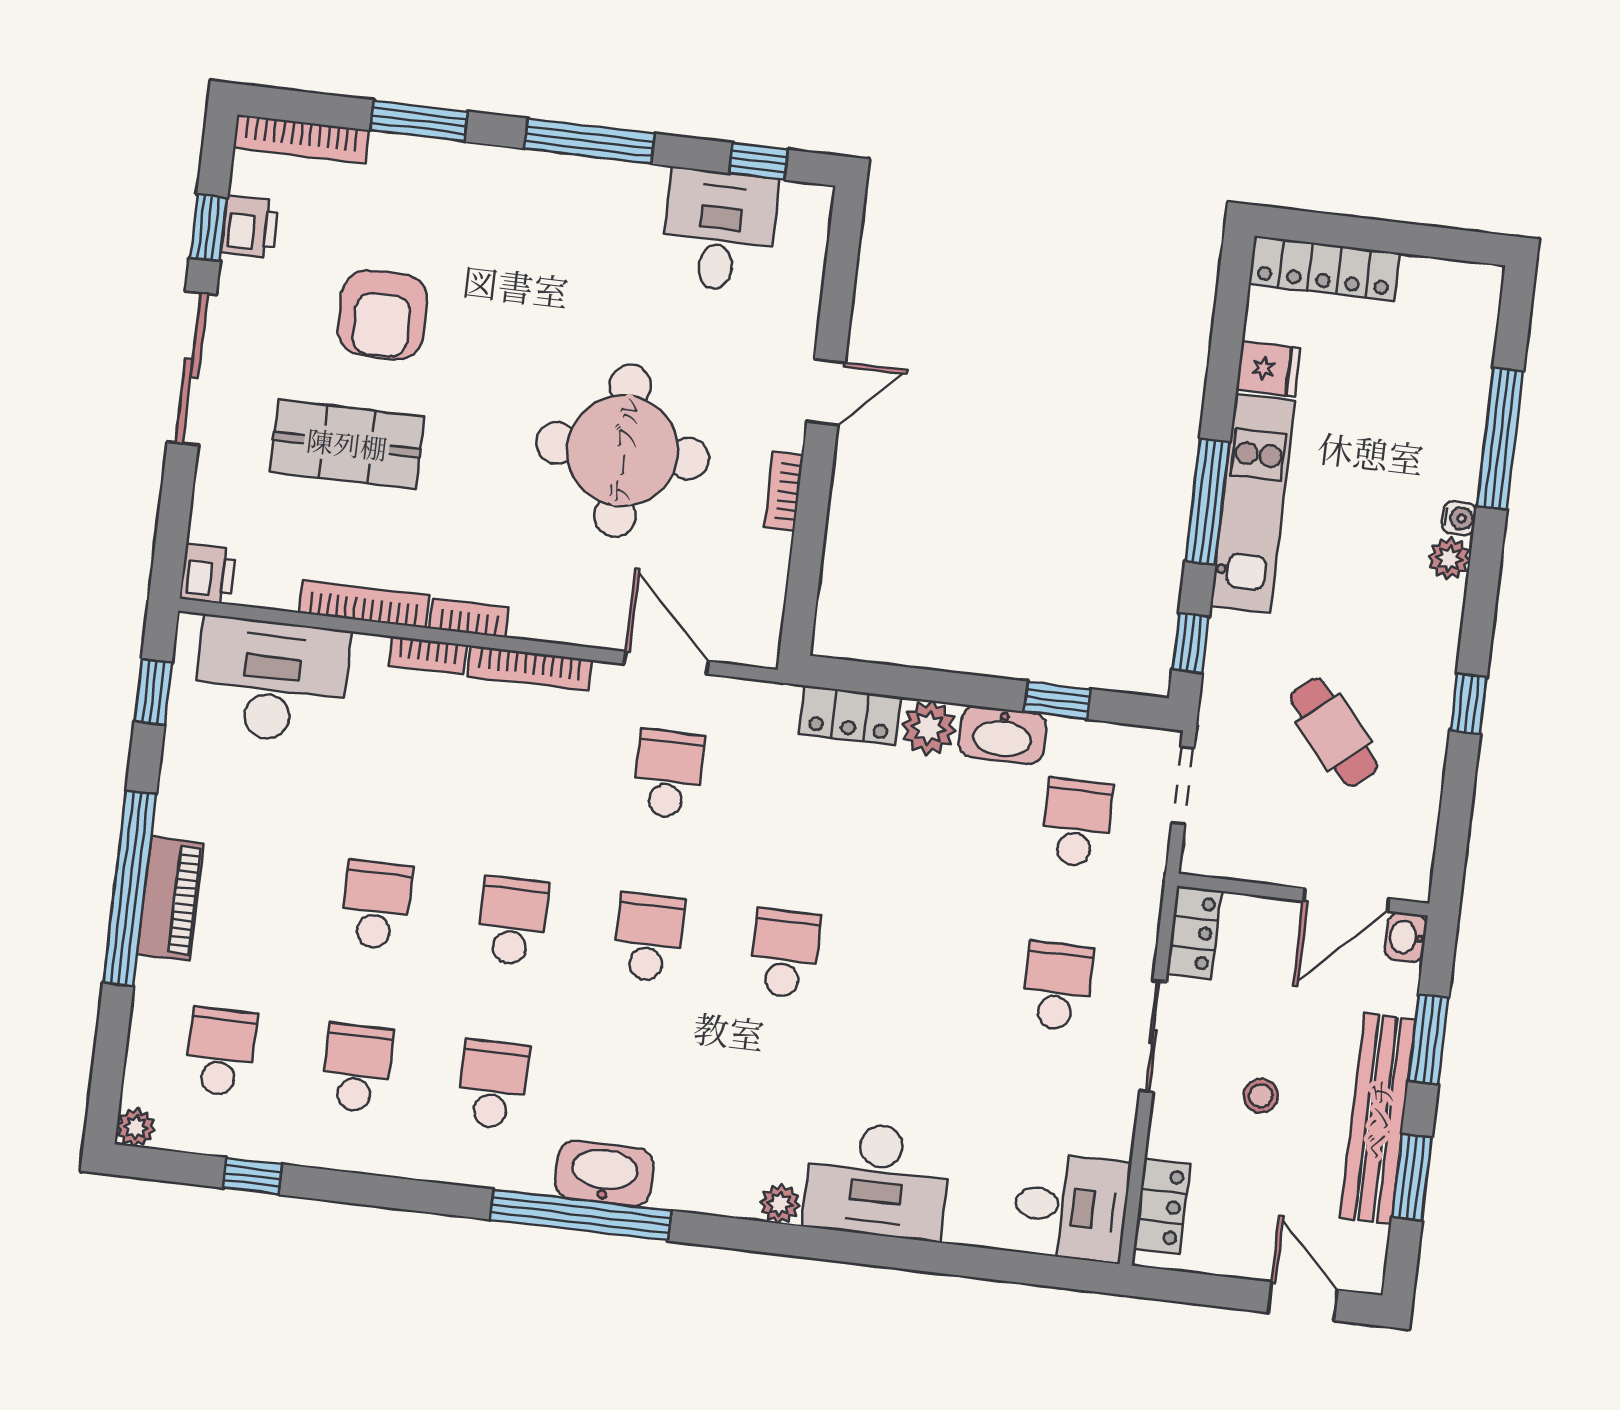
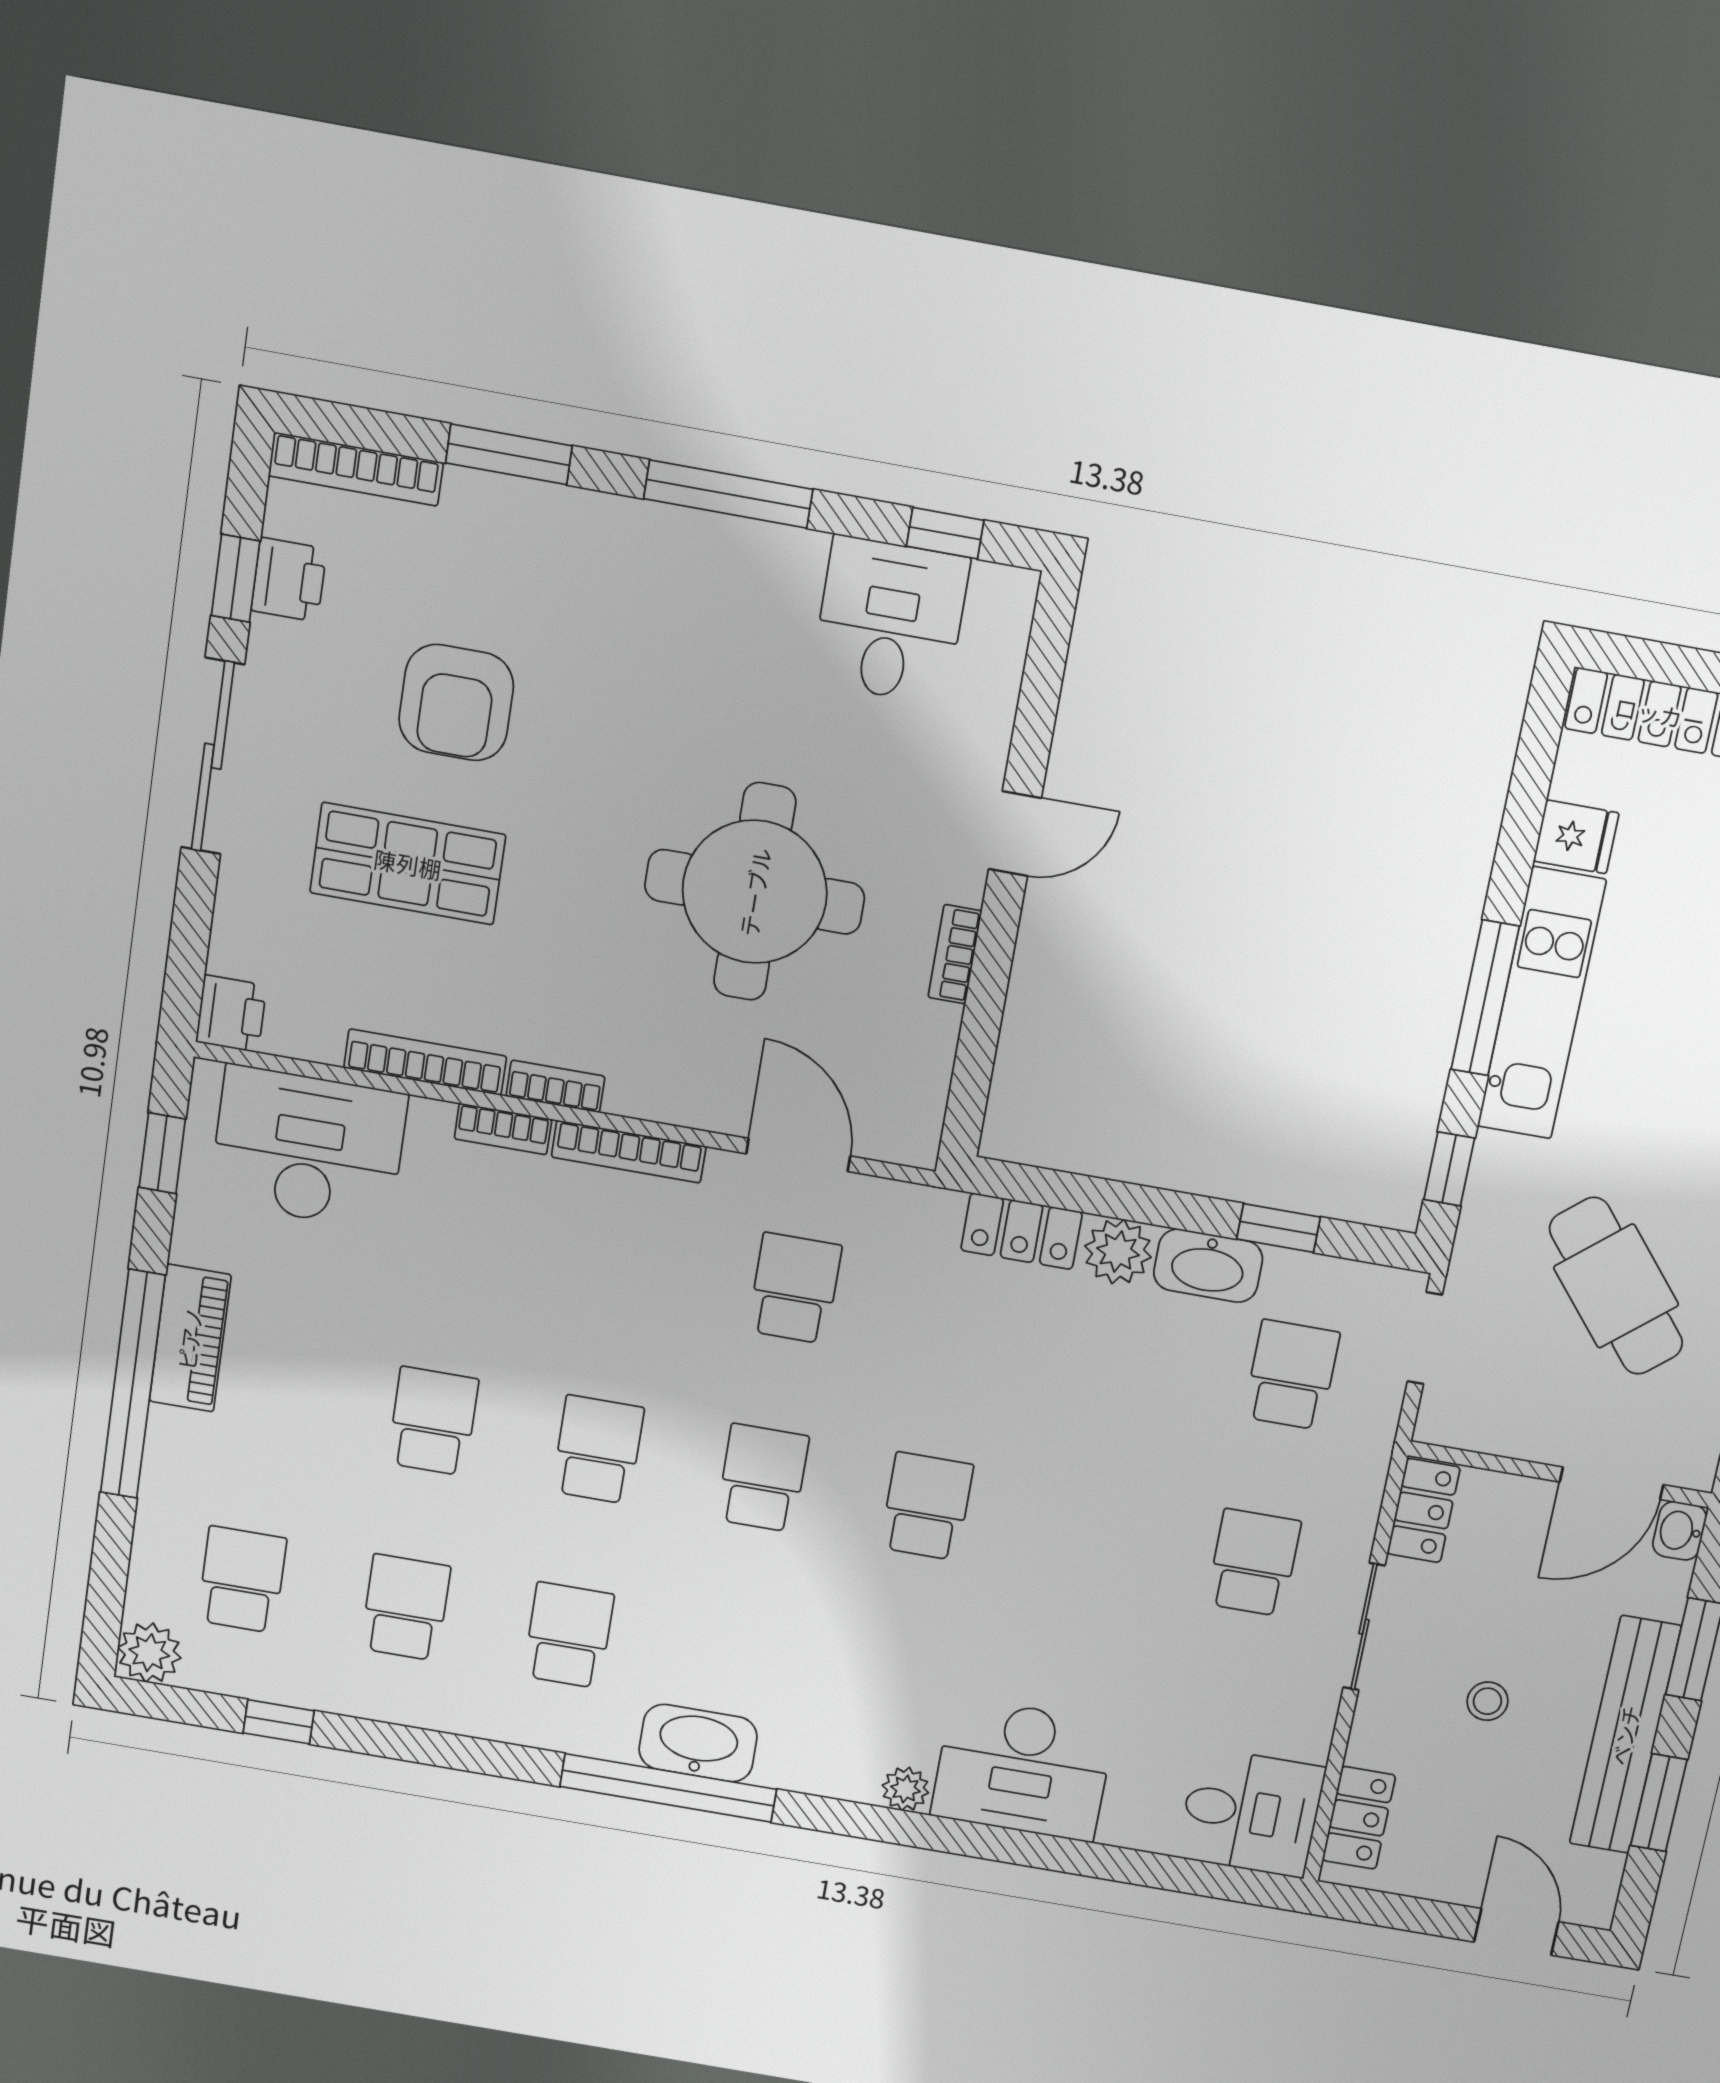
cafe table: (1334, 732) -> (1616, 1286), width x1.37, depth x1.35
piano: (170, 898) -> (190, 1338), moved
plant: (136, 1127) -> (149, 1653), width x1.38, depth x1.38

